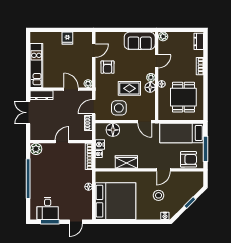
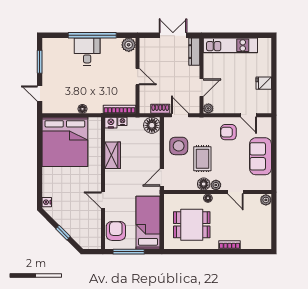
sofa: (140, 41) -> (260, 156), moved
dresser: (199, 41) -> (260, 243), removed
floor lamp: (113, 130) -> (152, 125), moved
nightstand: (100, 144) -> (111, 123), moved
armchair: (188, 159) -> (116, 231), turned 180
stool: (159, 195) -> (72, 194), removed
desk: (48, 208) -> (87, 51), moved, turned 90

